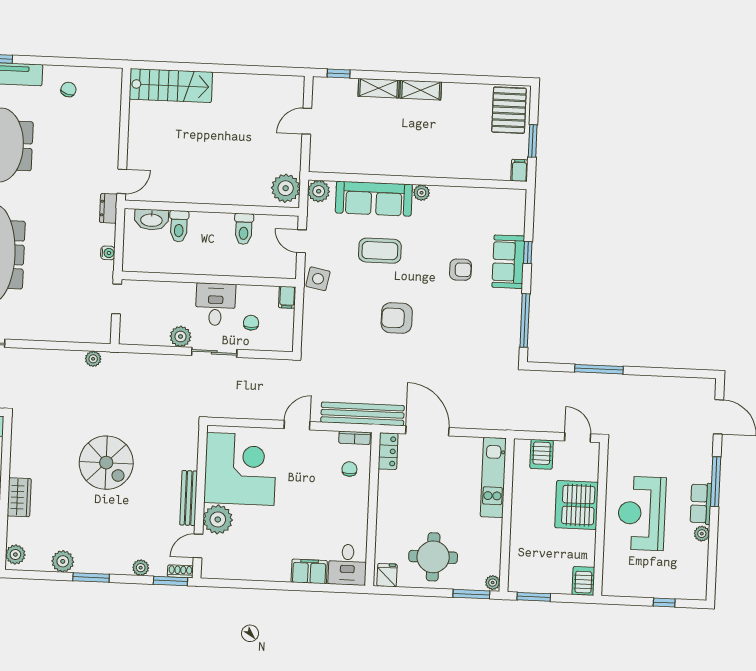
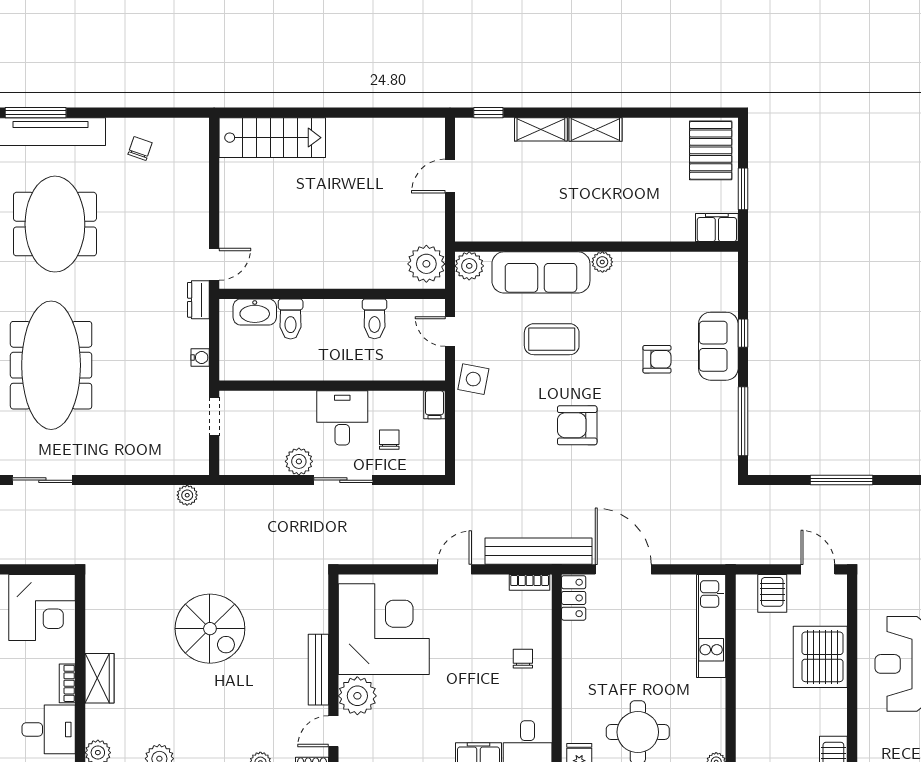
filing cabinet: (519, 170) -> (717, 228), width x2.00
chair: (349, 469) -> (523, 659), moved

